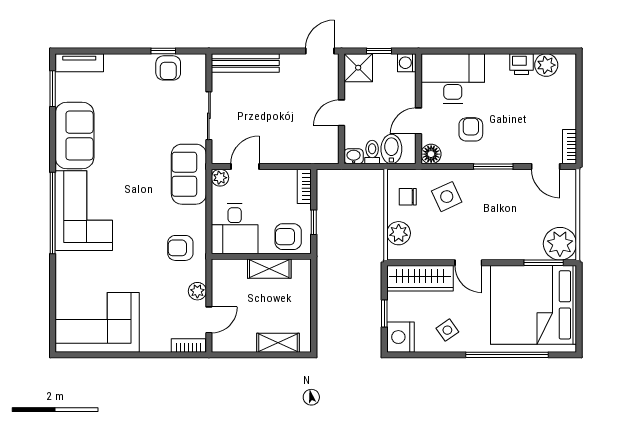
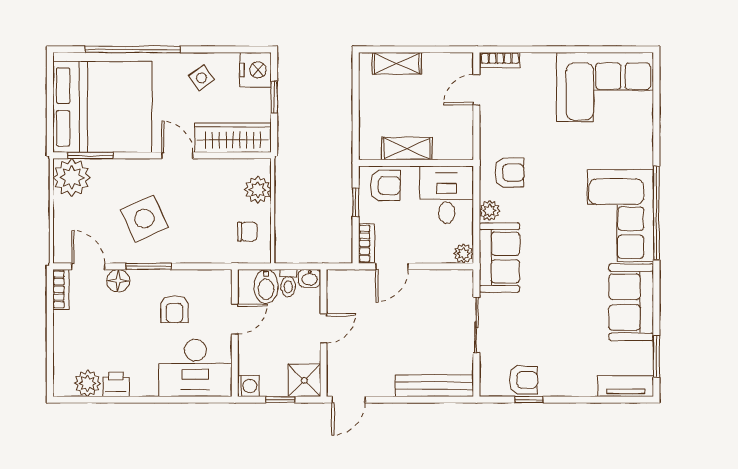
armchair: (168, 68) -> (523, 380), turned 90
floor lamp: (431, 154) -> (118, 281), moved
door: (245, 167) -> (392, 266), moved
side table: (447, 197) -> (144, 218), moved, width x1.37, depth x1.37
plant: (197, 291) -> (490, 211), moved

